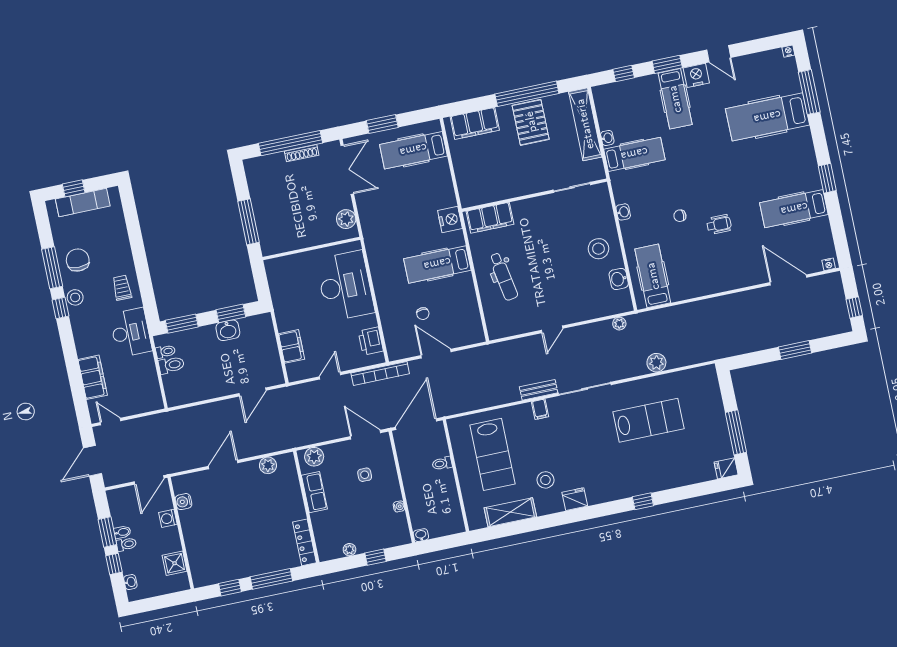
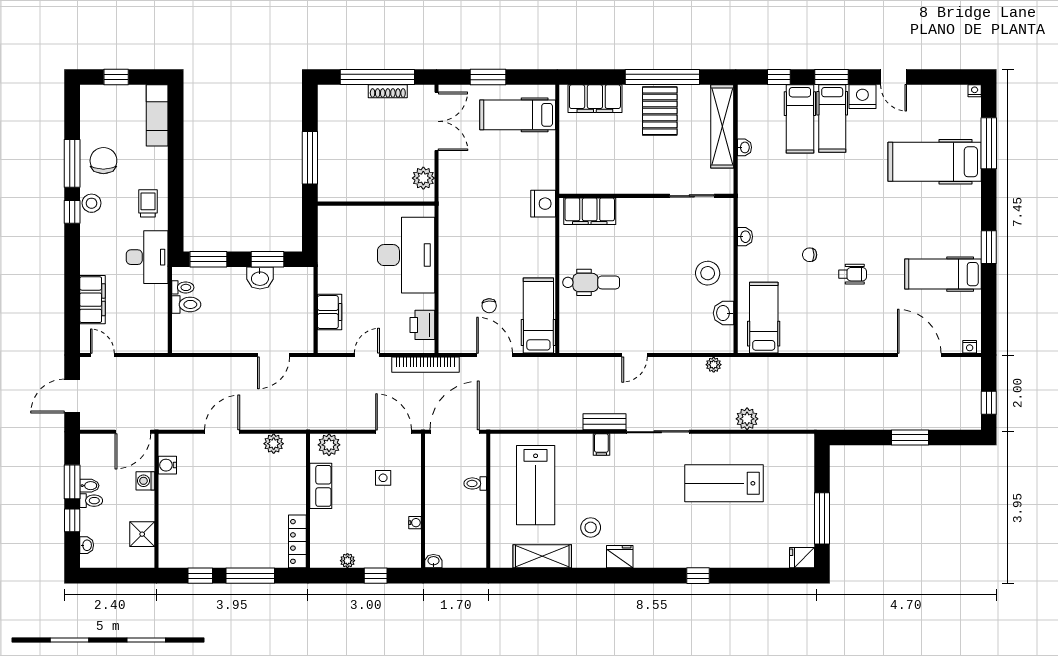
hospital bed: (634, 154) -> (800, 119), moved, turned 90
exam couch: (83, 203) -> (157, 115), moved, turned 90
hospital bed: (437, 264) -> (538, 316), moved, turned 90
dental chair: (503, 277) -> (591, 282), turned -80
lab bench: (649, 420) -> (724, 483), turned 180

